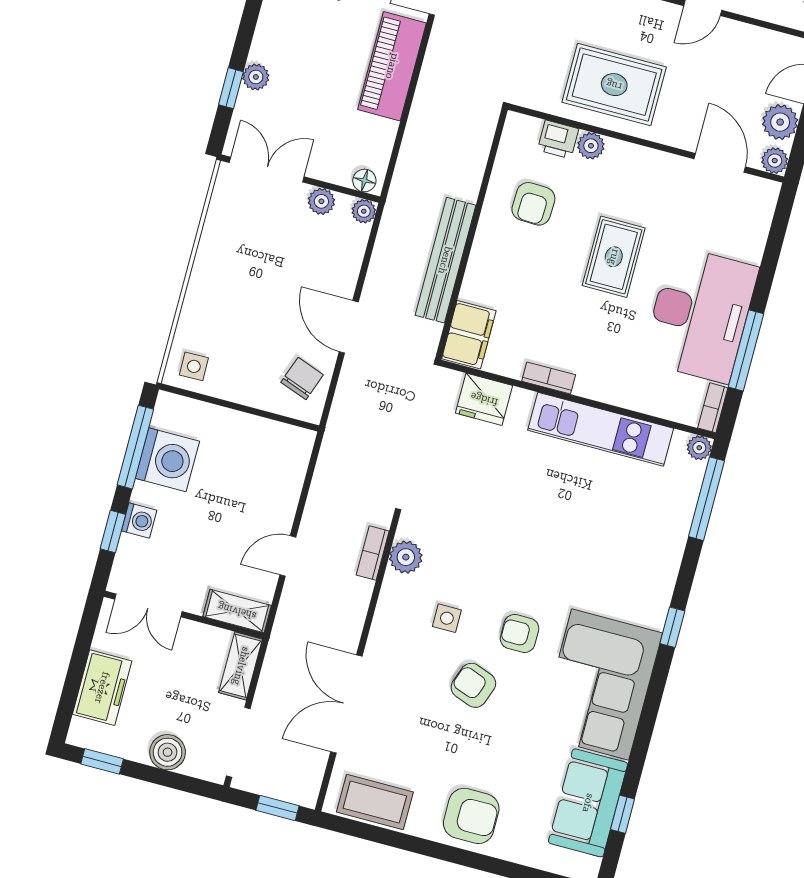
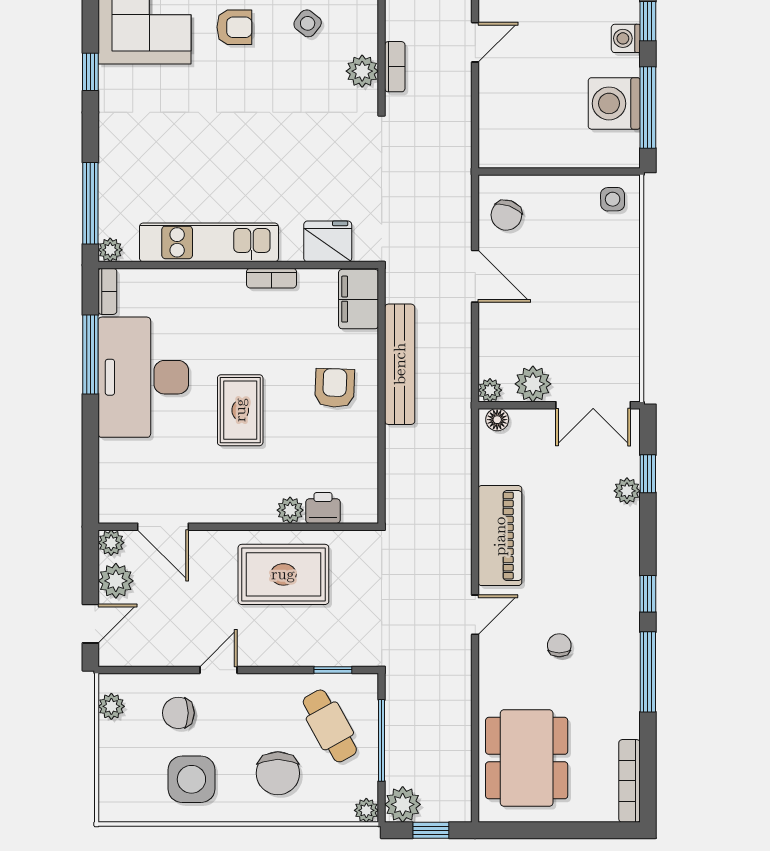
plant: (321, 201) -> (533, 384), width x1.38, depth x1.38
armchair: (533, 204) -> (335, 388), moved
side table: (447, 618) -> (308, 23), turned 38

